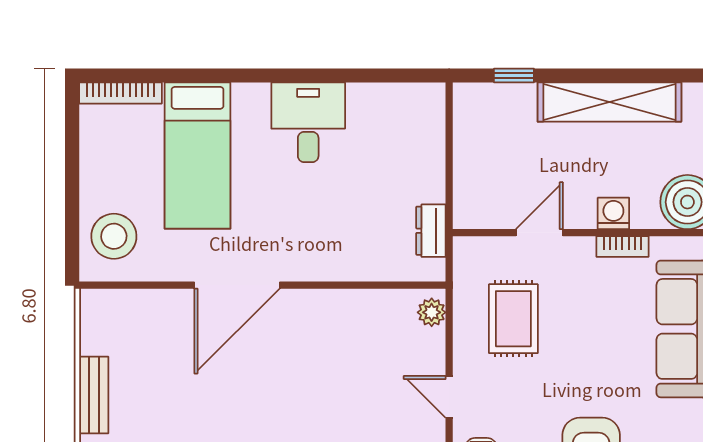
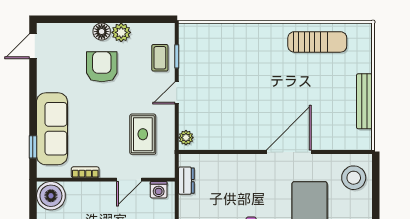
washing machine: (613, 213) -> (159, 190), moved
bench: (94, 395) -> (364, 101), width x1.36
door: (449, 397) -> (177, 93), swing flipped

